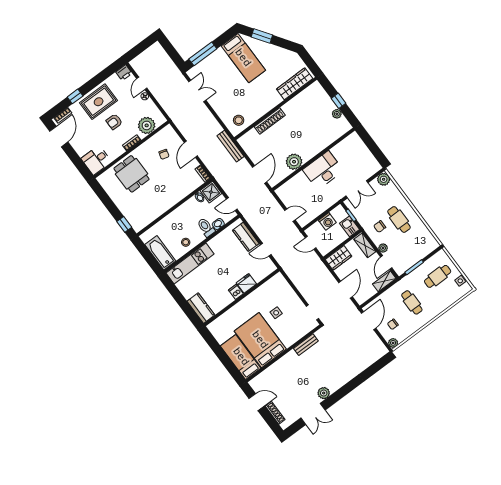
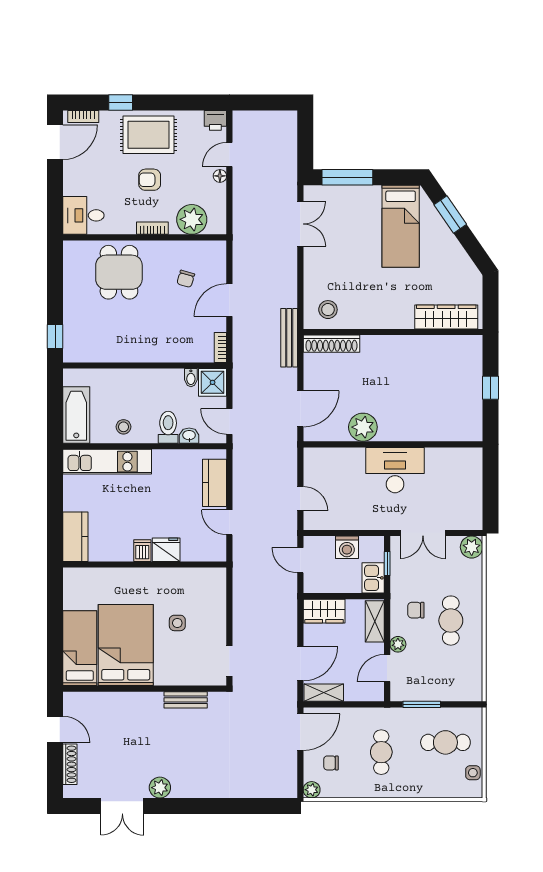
plant: (337, 114) -> (474, 404), removed
shoe rack: (270, 121) -> (331, 344), moved
shelving: (384, 281) -> (324, 693), moved

